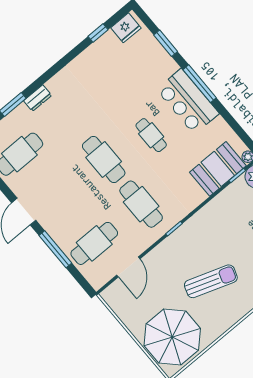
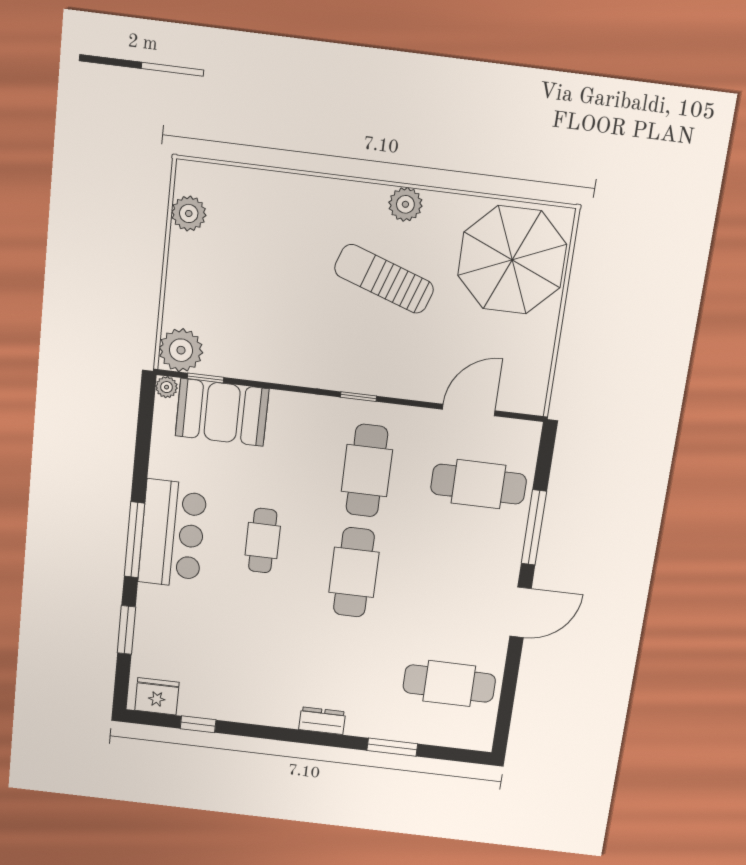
dresser: (38, 98) -> (322, 721), moved
plant: (232, 316) -> (405, 204), added

